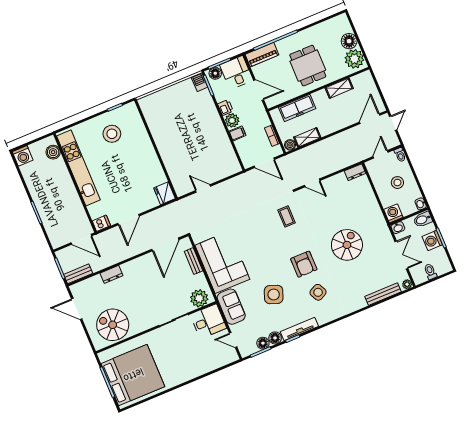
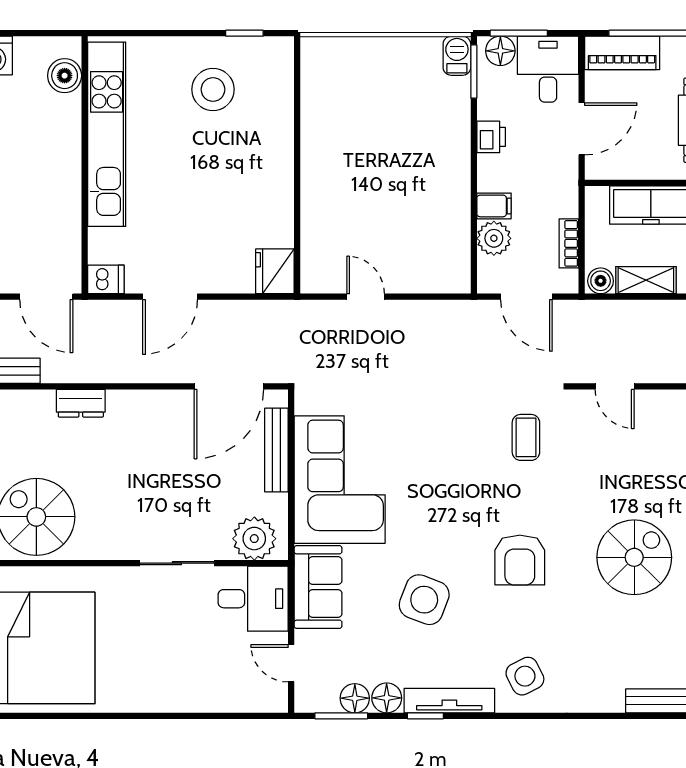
door: (259, 90) -> (582, 129), hinge flipped
plant: (232, 120) -> (494, 238), moved
bench: (194, 261) -> (276, 450), width x1.36
side table: (318, 292) -> (525, 676), moved

